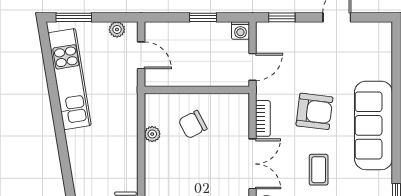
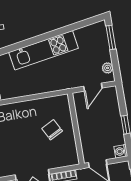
kitchen unit: (70, 79) -> (44, 50), moved
plant: (152, 134) -> (41, 104), removed

